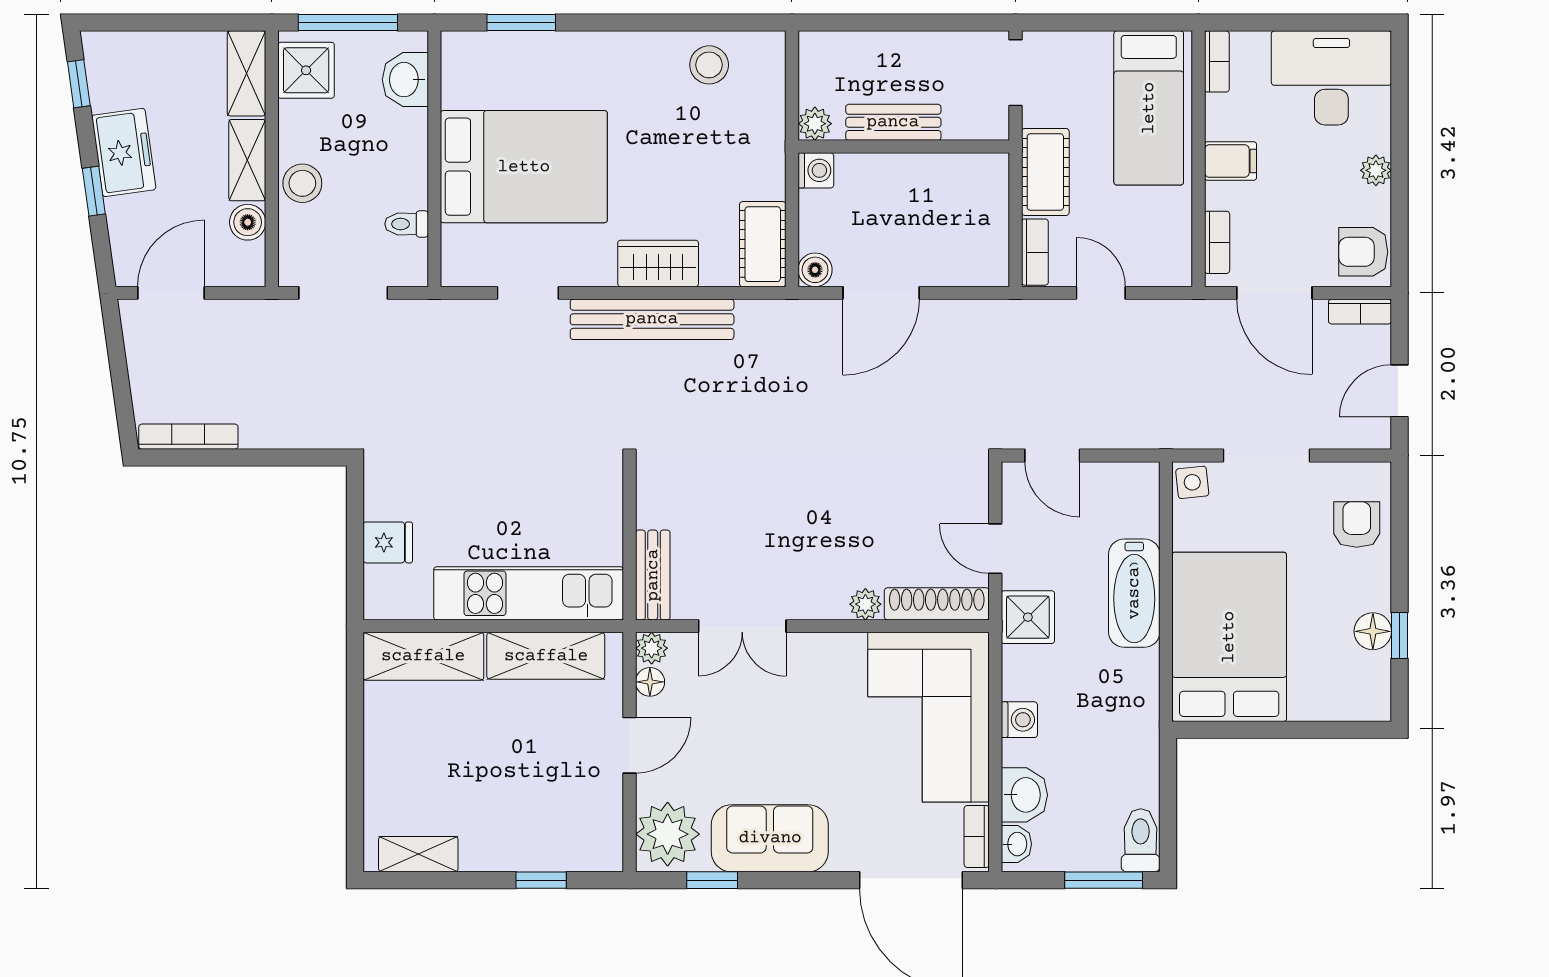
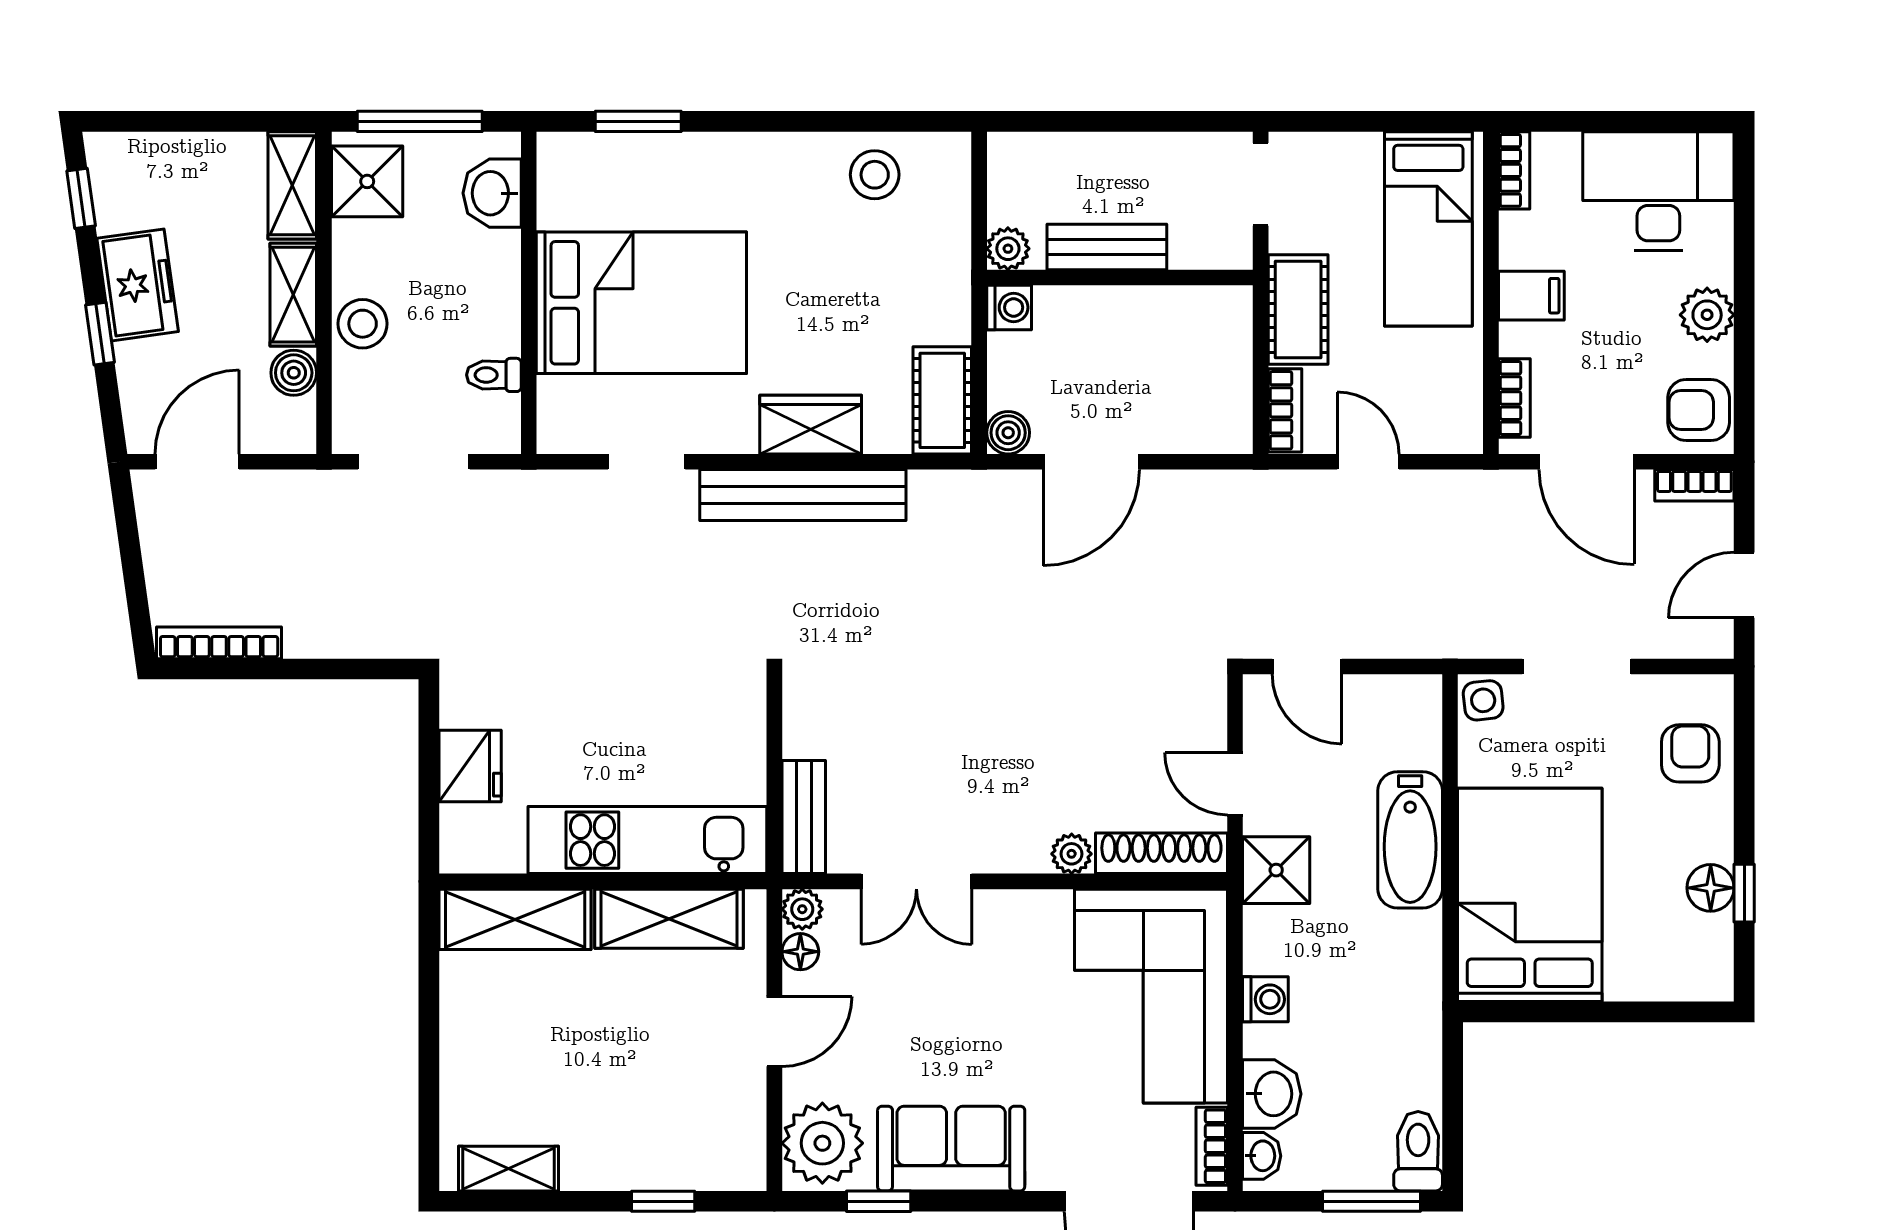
plant: (1376, 170) -> (1707, 315), width x1.38, depth x1.38
fridge: (388, 542) -> (470, 766), width x1.38

